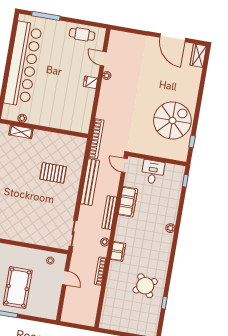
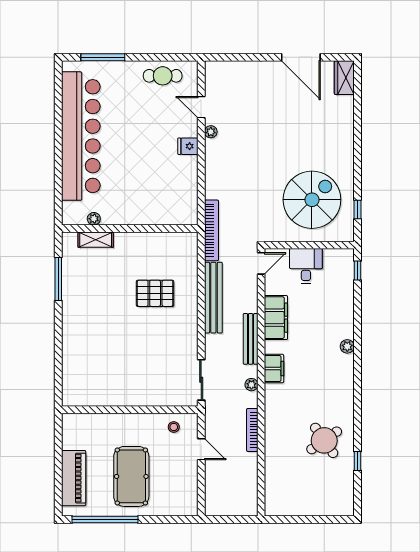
spiral stairs: (172, 120) -> (312, 200), moved
door: (124, 165) -> (261, 263), swing flipped
filing cabinet: (118, 251) -> (274, 369), moved

